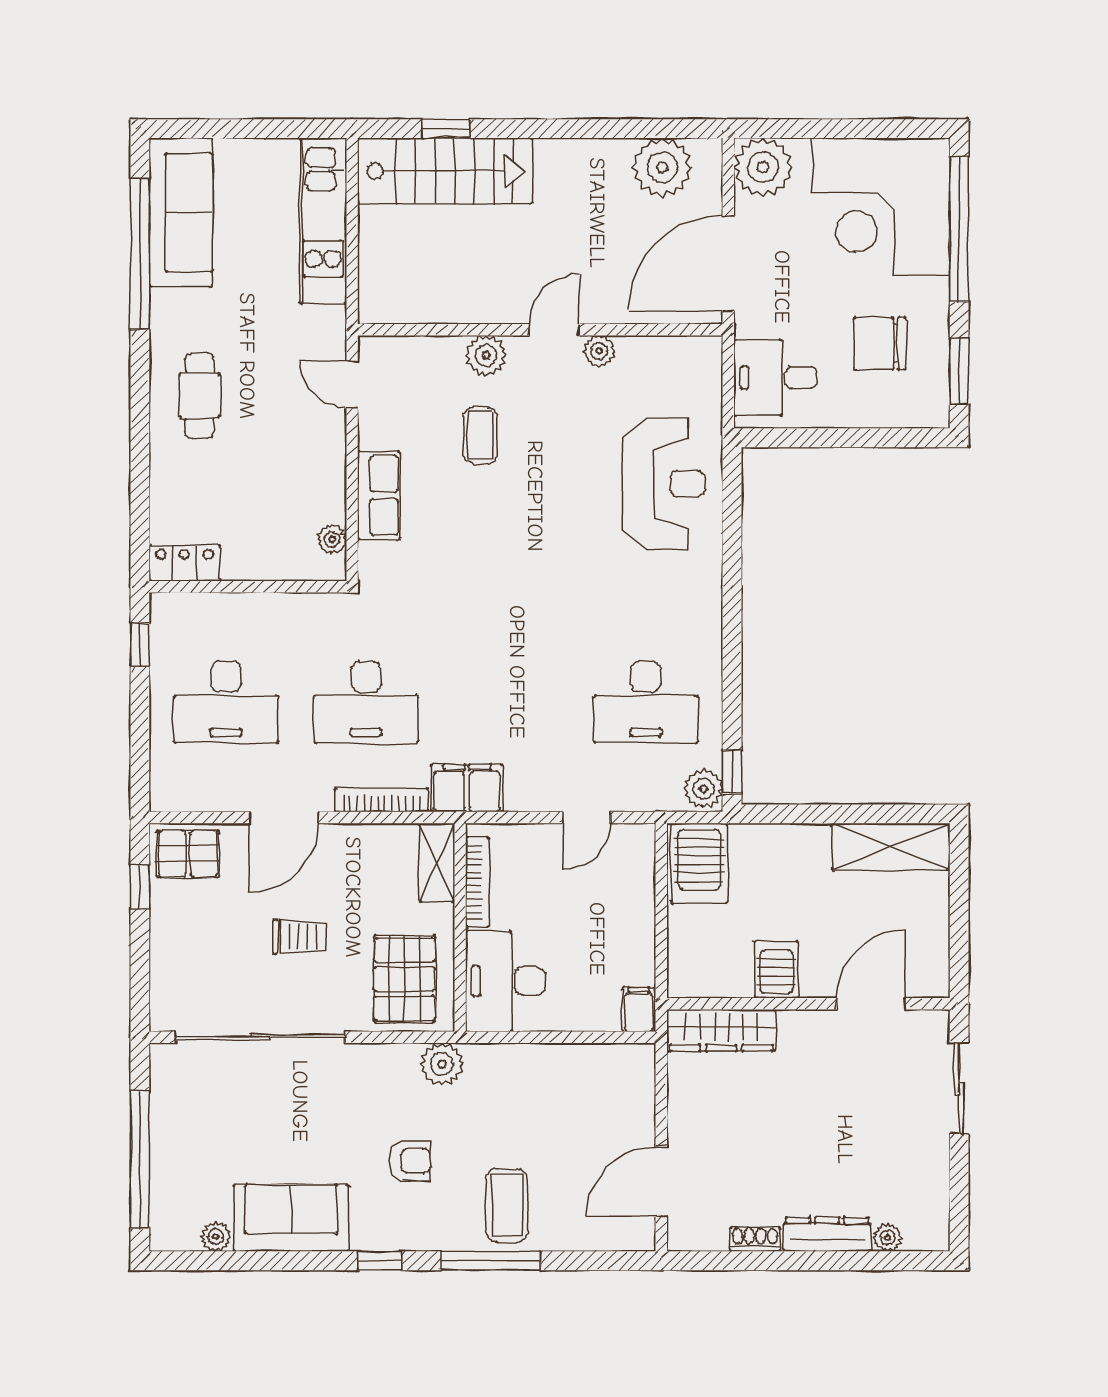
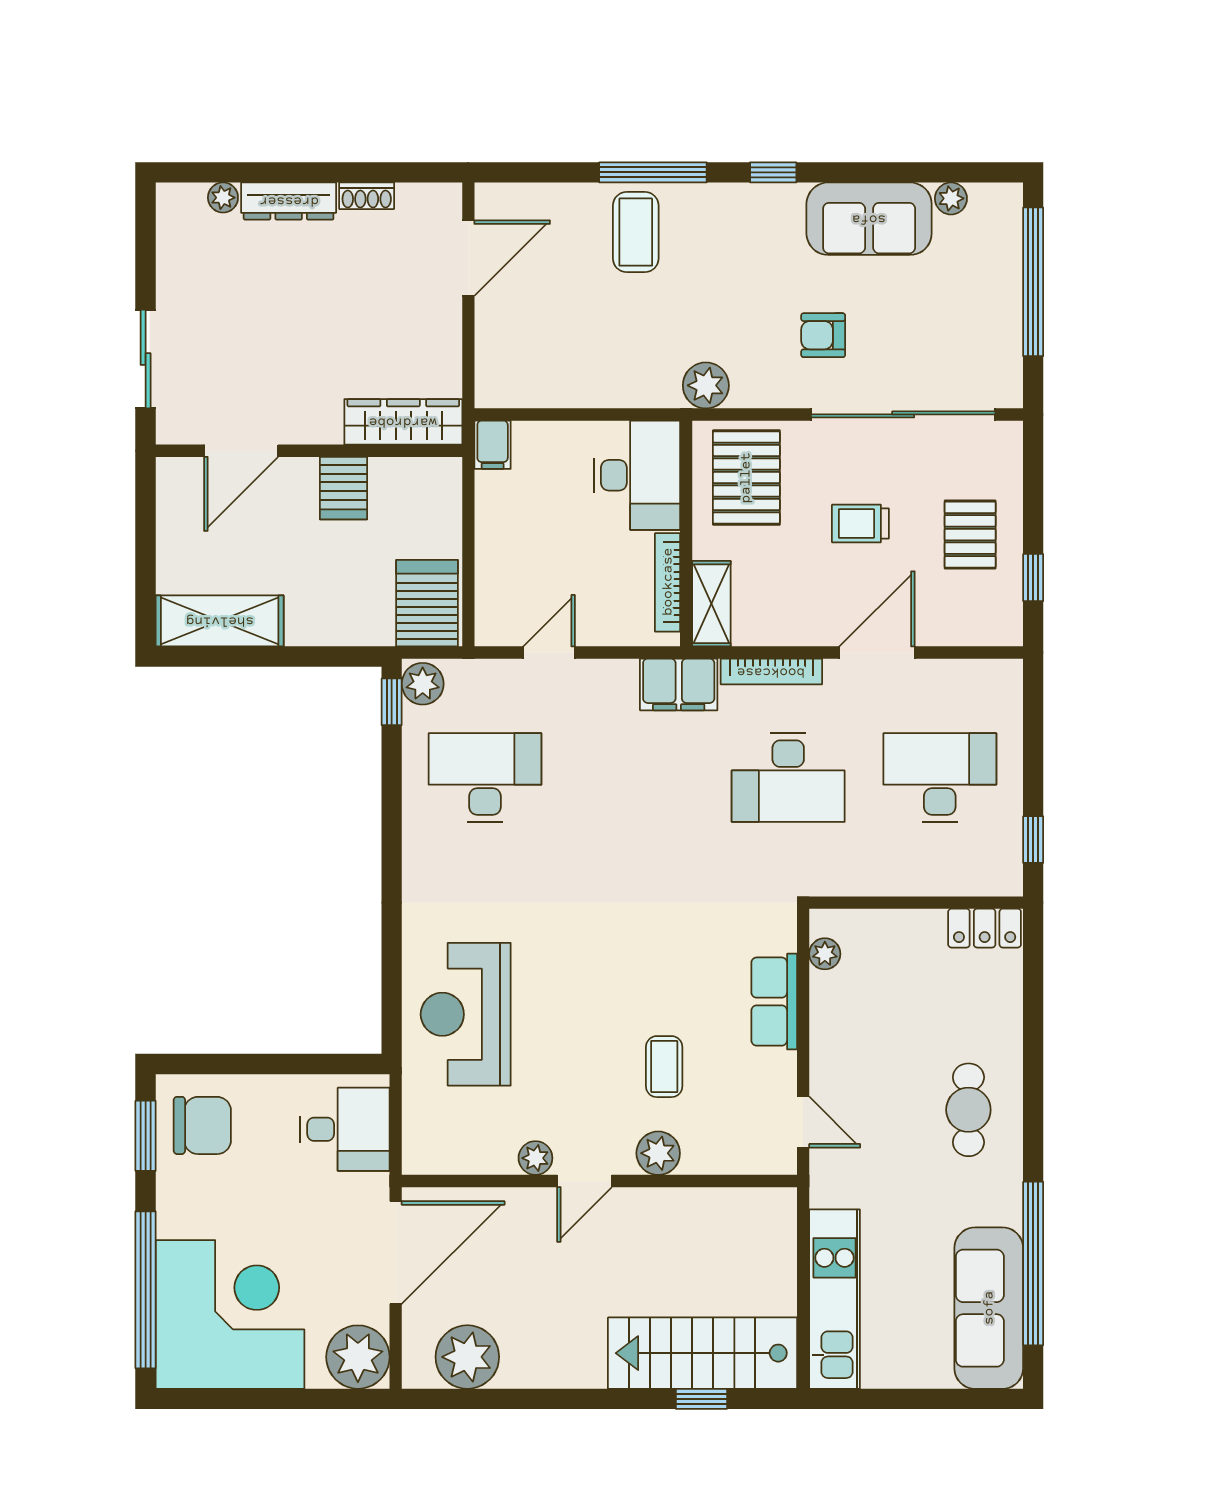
chair: (880, 343) -> (202, 1125), moved
desk: (366, 702) -> (788, 778), turned 180
pallet: (188, 854) -> (970, 535), moved, turned 90
armchair: (410, 1161) -> (823, 335), moved

